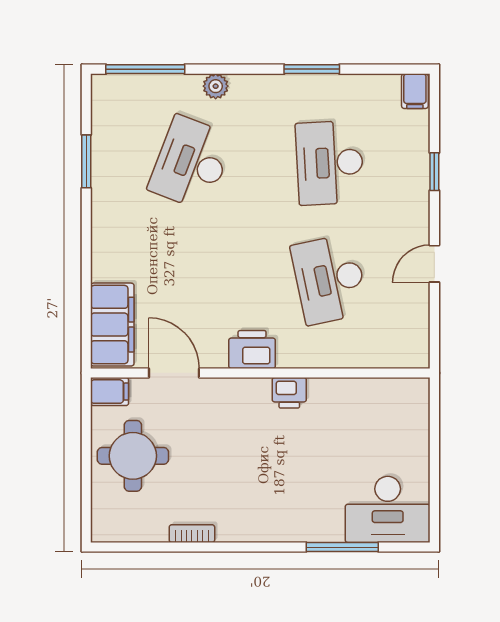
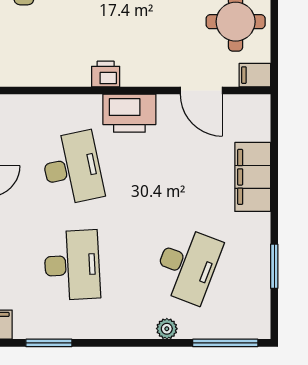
window: (312, 69) -> (49, 343), moved
filing cabinet: (112, 325) -> (253, 177), moved
printer: (252, 349) -> (129, 113), width x1.37, depth x1.19

